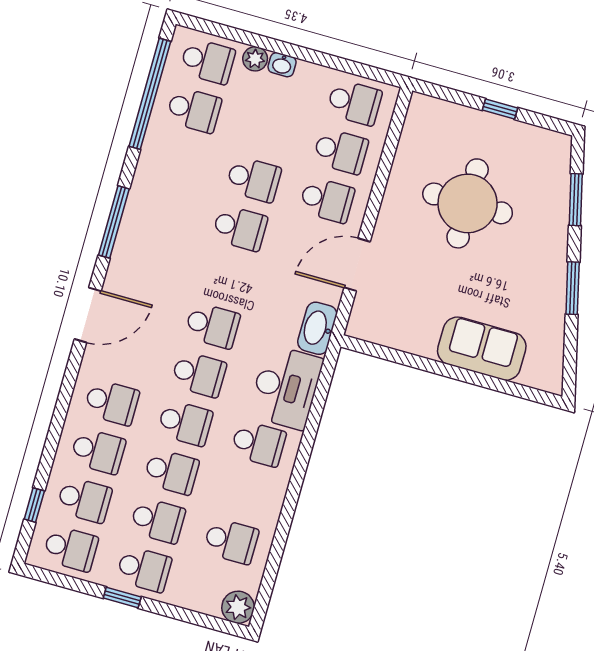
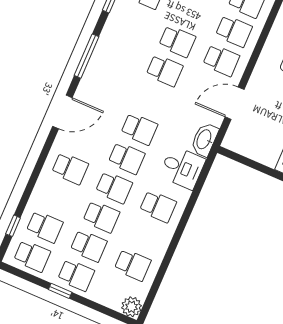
desk: (286, 387) -> (182, 168), width x0.73
school desk: (98, 451) -> (57, 198), removed

